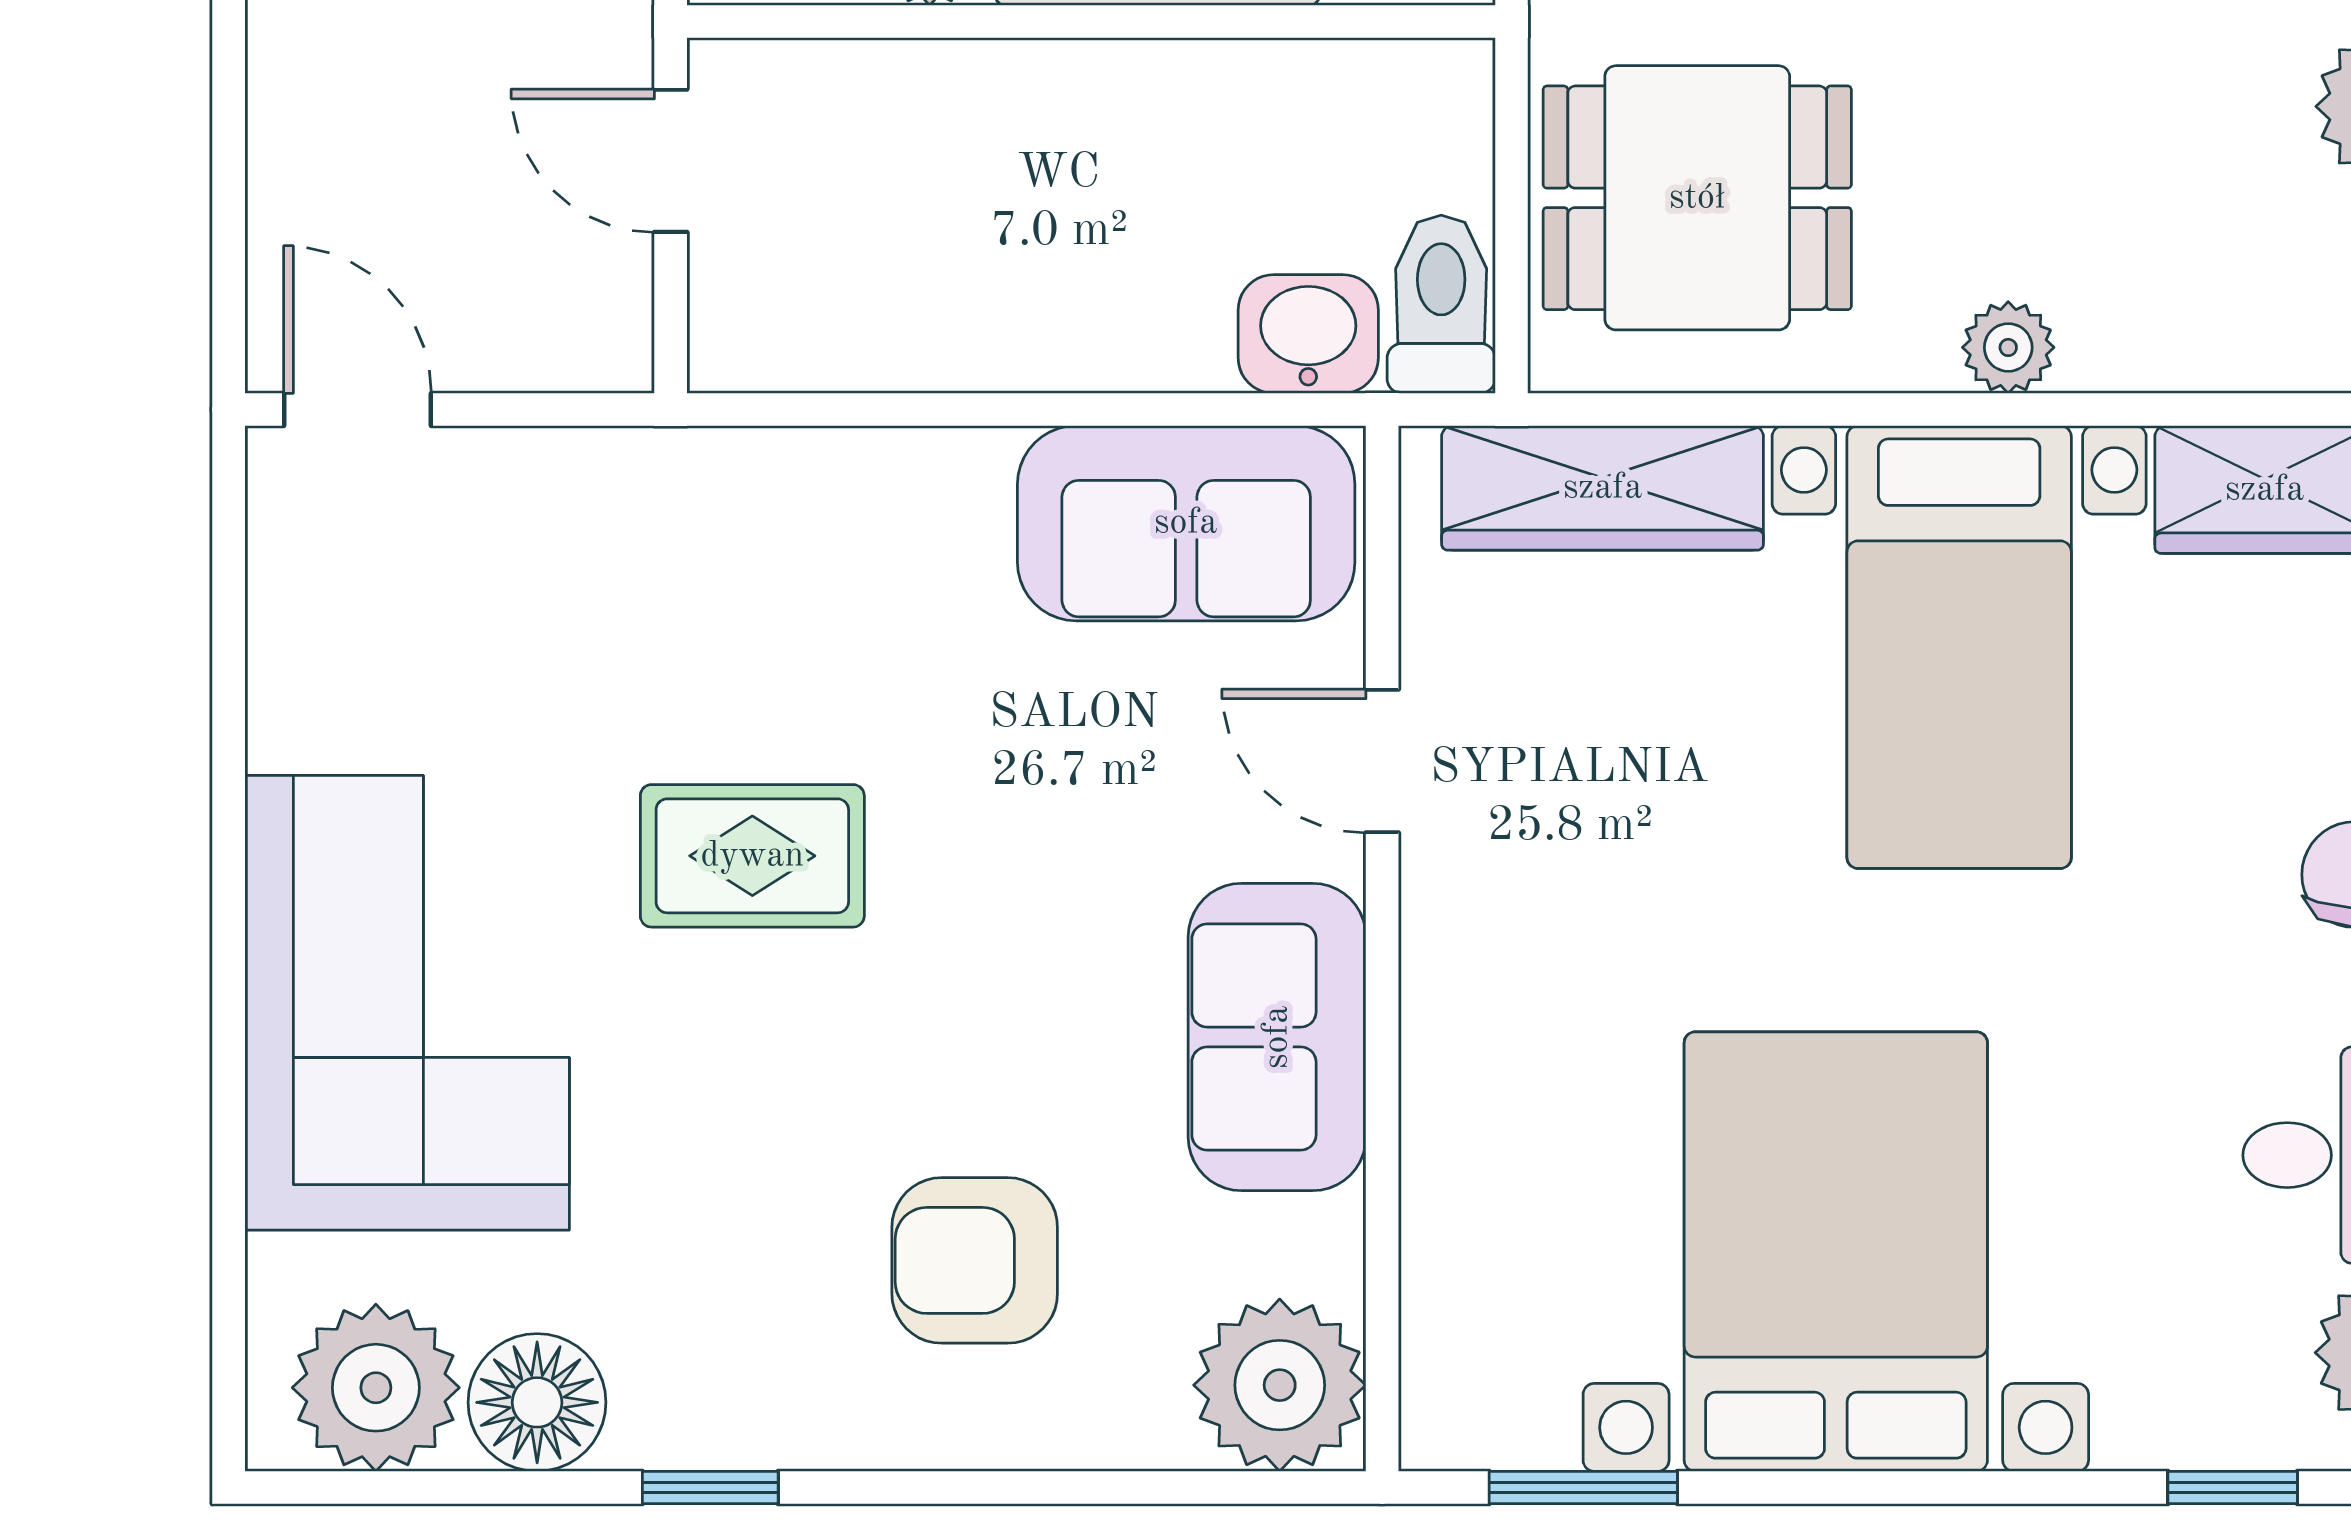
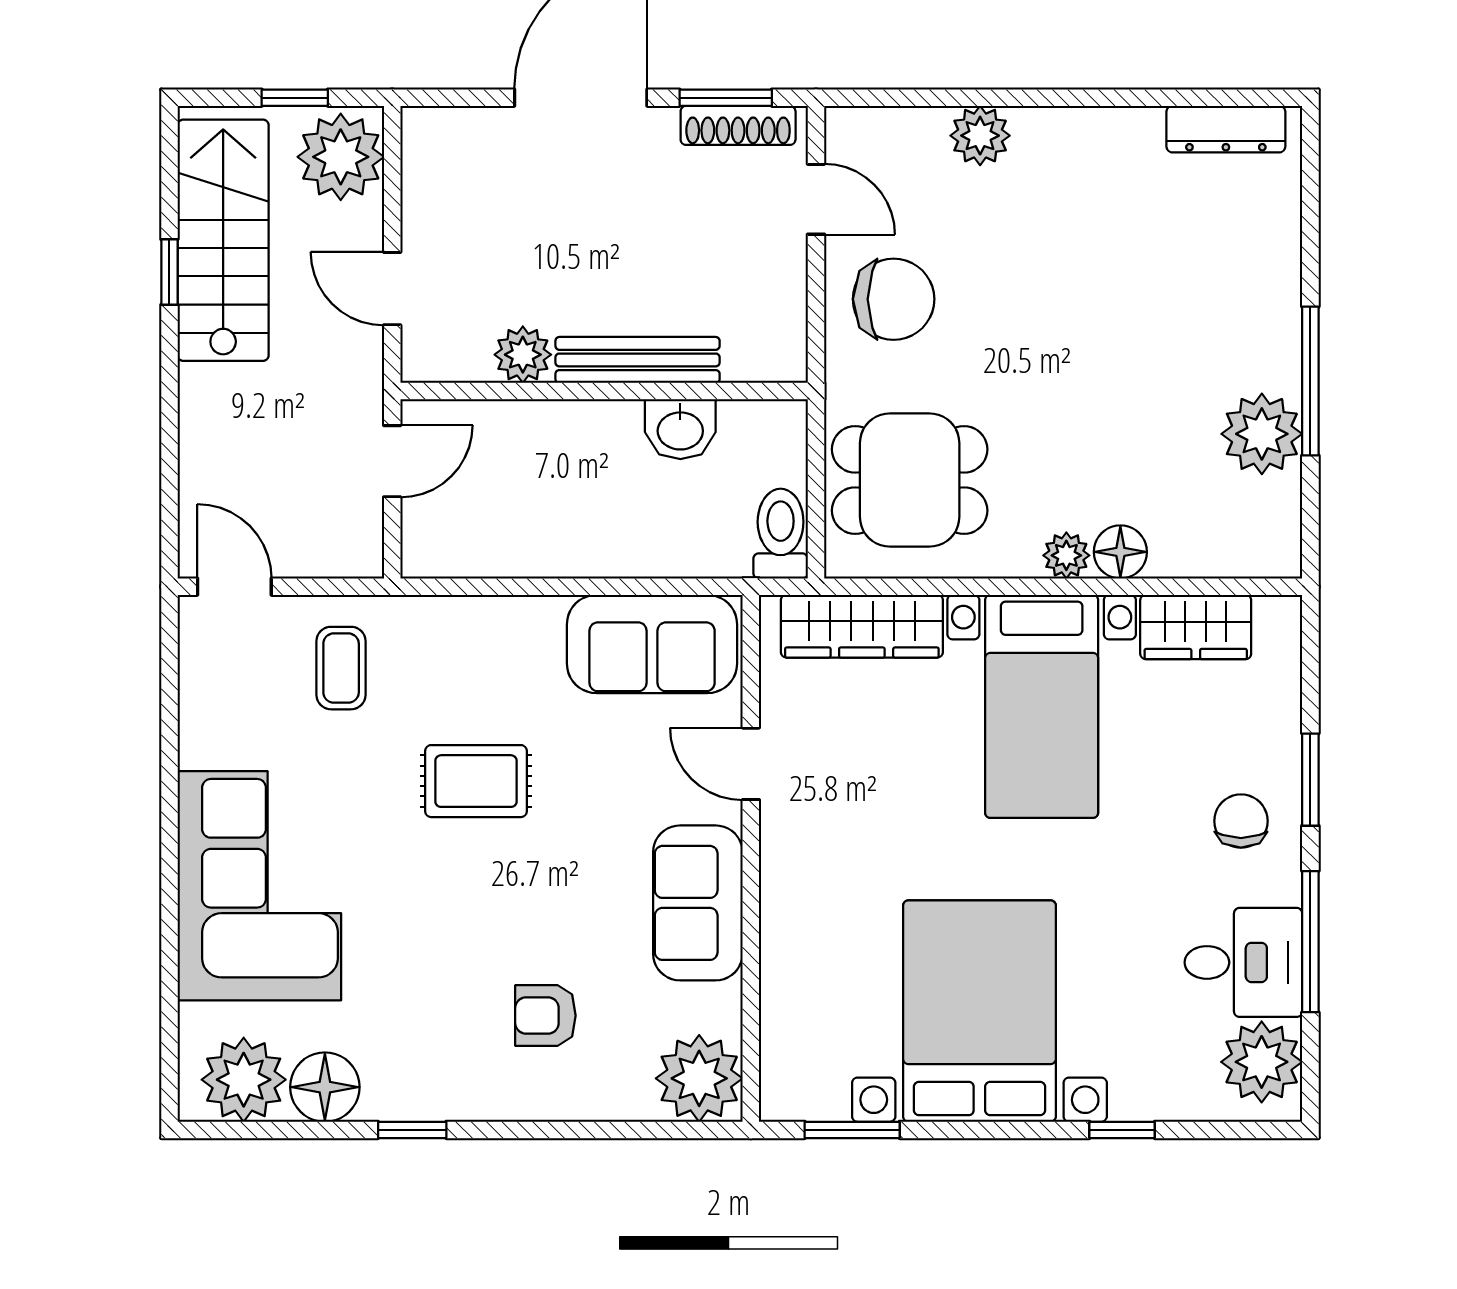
door: (671, 161) -> (392, 461), swing flipped
washbasin: (1308, 334) -> (680, 429), moved, turned 180
floor lamp: (2115, 341) -> (1120, 552), added
coffee table: (569, 571) -> (341, 668), added
rug: (752, 856) -> (476, 781), moved
armchair: (975, 1260) -> (545, 1016), width x0.72, depth x0.72
window: (2233, 1487) -> (1122, 1130), moved

